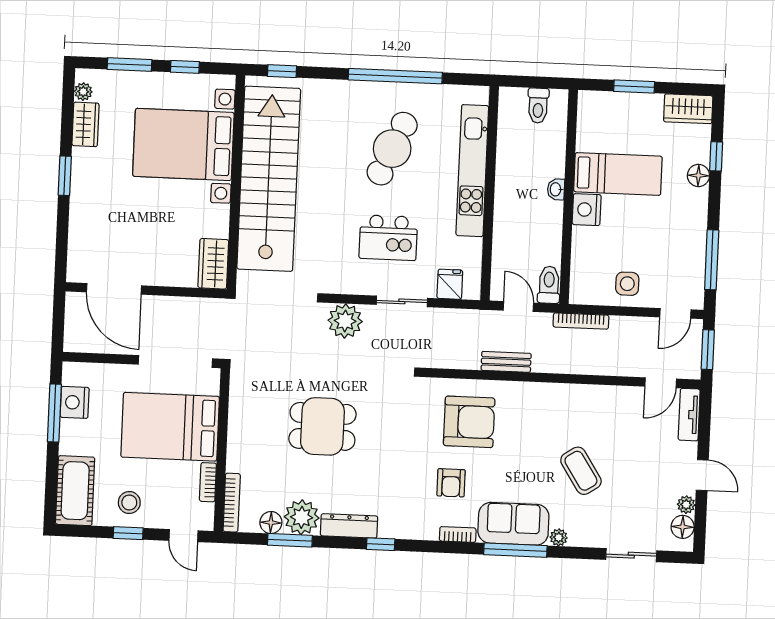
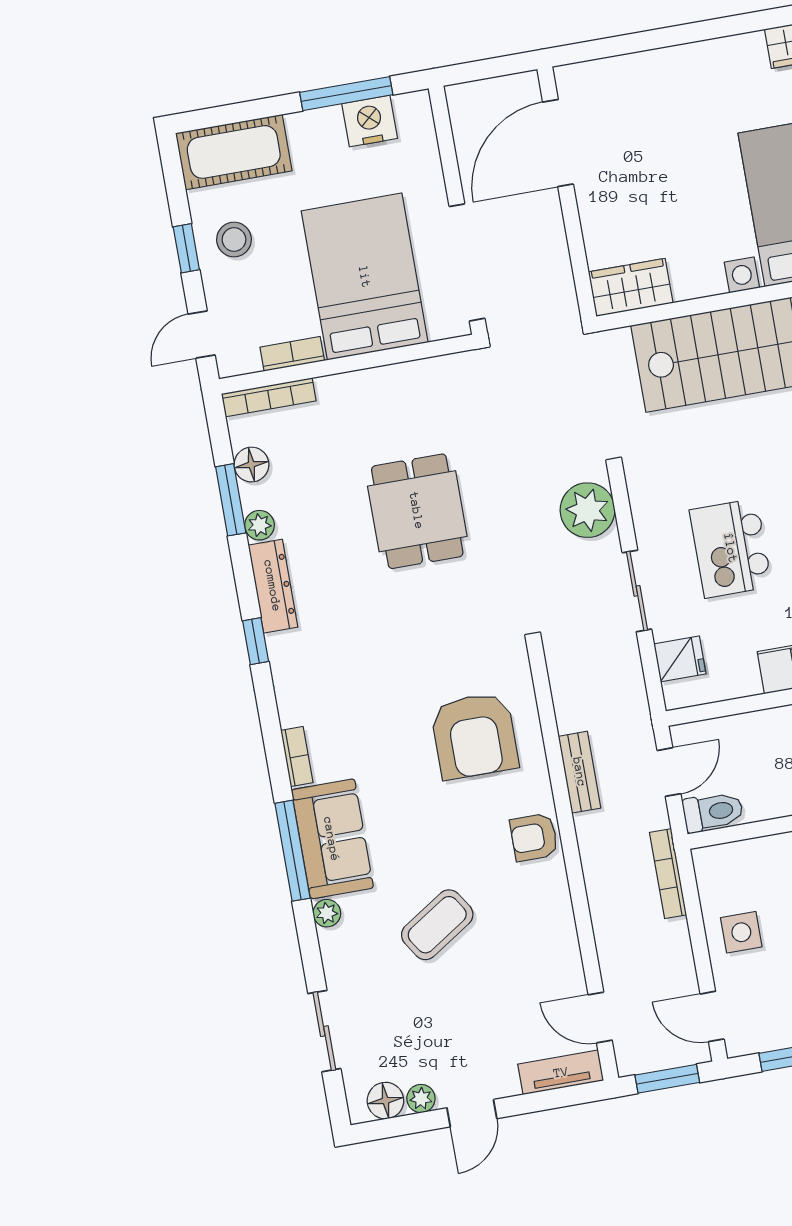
window: (65, 176) -> (716, 28), removed
armchair: (451, 483) -> (534, 837), moved
plant: (302, 517) -> (260, 525), width x0.53, depth x0.53

